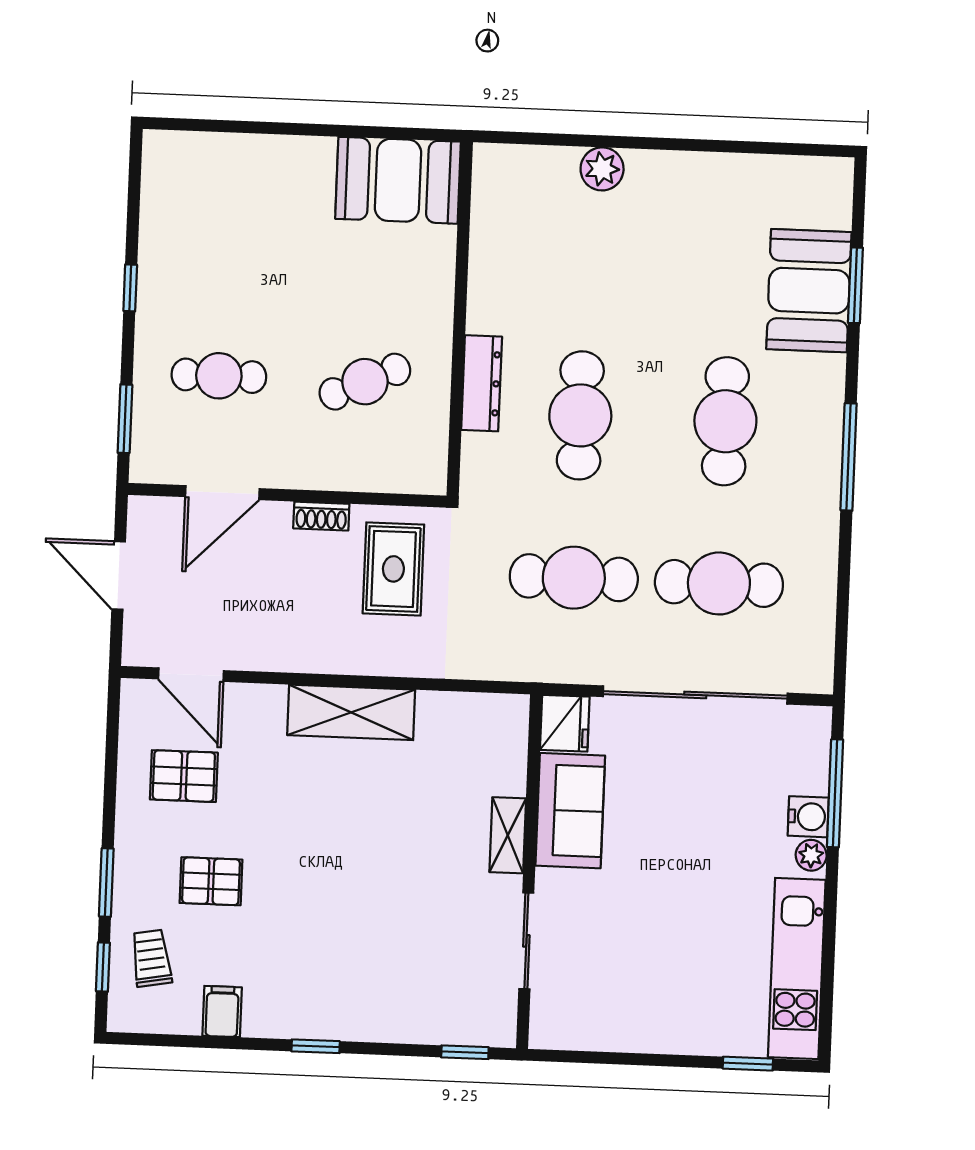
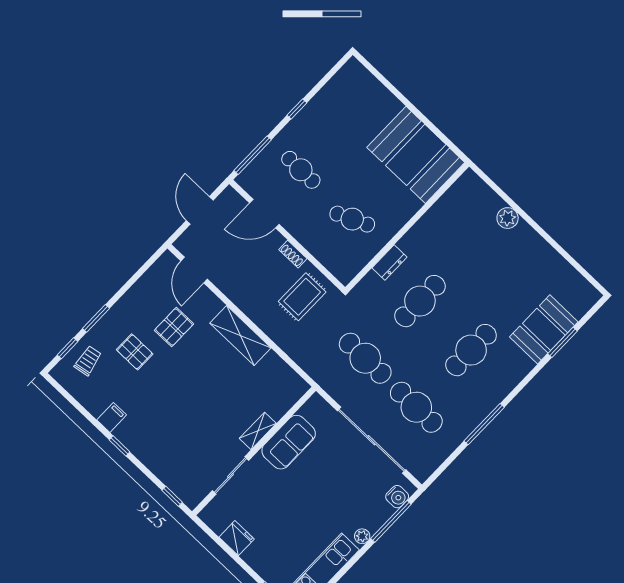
booth: (398, 180) -> (416, 155), width x1.36, depth x1.42
dresser: (482, 383) -> (389, 262), width x0.70
window: (125, 419) -> (253, 155), width x1.44
window: (849, 457) -> (484, 424), moved
fridge: (565, 723) -> (237, 538), moved, turned -90
pallet: (184, 776) -> (174, 327), moved, turned 90
water cooler: (808, 817) -> (397, 497), moved
filing cabinet: (222, 1012) -> (112, 417), moved

